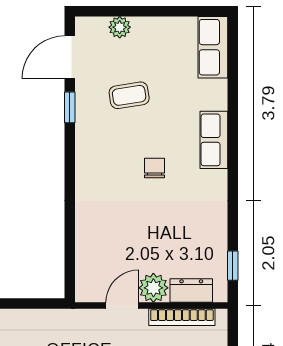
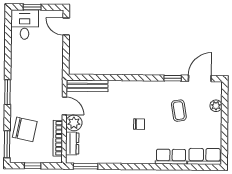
door: (70, 57) -> (200, 78), hinge flipped
row of seats: (214, 140) -> (171, 157), moved
bench: (85, 264) -> (87, 86), added
window: (233, 266) -> (86, 166), width x1.50

